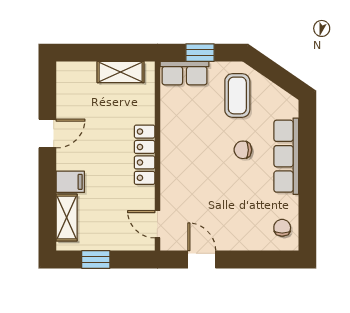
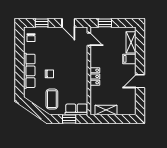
locker: (145, 155) -> (95, 76), width x0.66
window: (96, 260) -> (105, 23), moved
window: (260, 260) -> (42, 23), added

